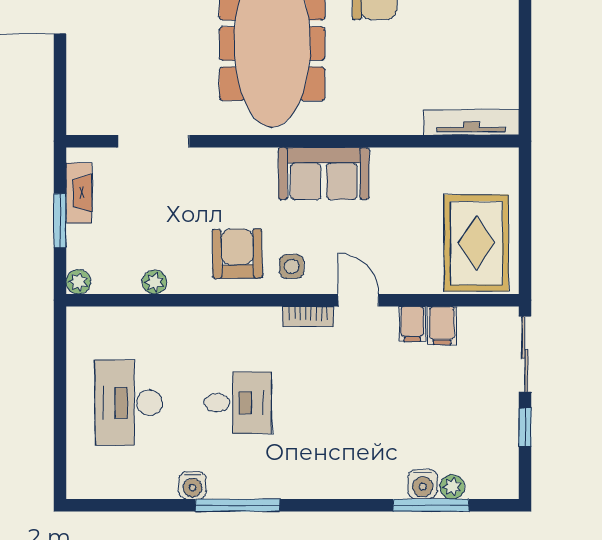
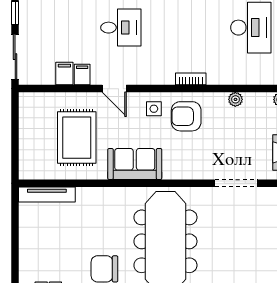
rug: (476, 243) -> (77, 138), moved
armchair: (237, 254) -> (186, 116), turned 91
bookcase: (308, 317) -> (191, 79), moved
desk: (238, 403) -> (121, 28), moved, turned 180

